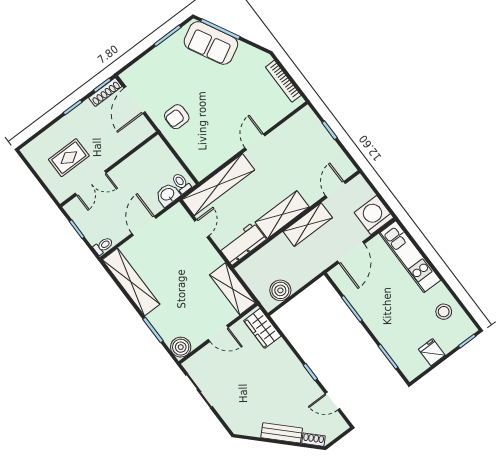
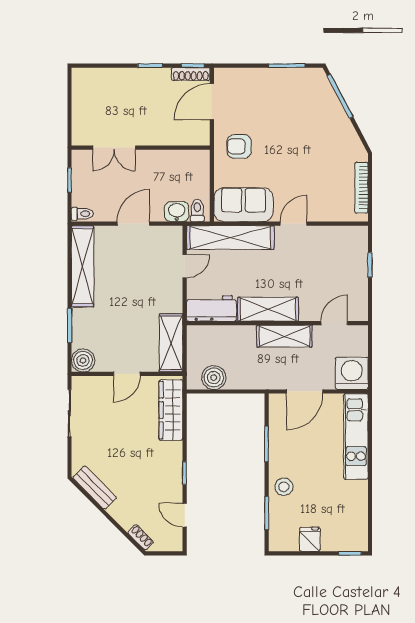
sofa: (211, 43) -> (243, 205), moved, turned 118
rug: (69, 158) -> (112, 109), removed
stool: (444, 312) -> (284, 487), moved
wardrobe: (262, 328) -> (171, 410), width x1.50
door: (218, 333) -> (127, 374), hinge flipped
bench: (282, 433) -> (95, 488), moved

